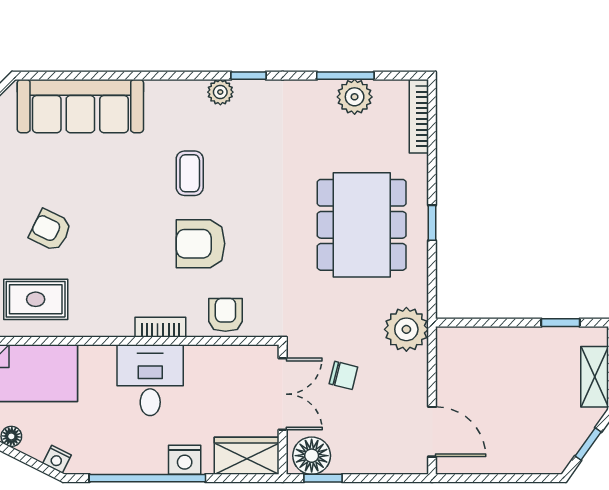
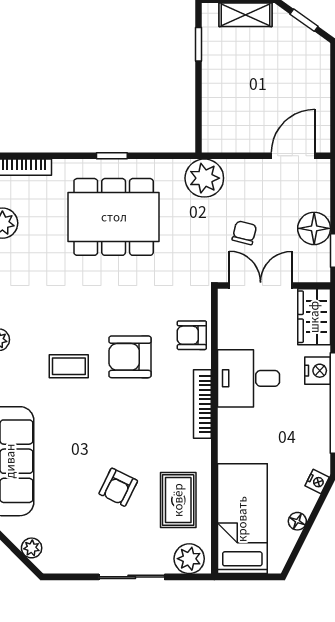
armchair: (201, 244) -> (130, 357), turned 90
bookcase: (160, 327) -> (202, 404), width x1.56
desk: (150, 380) -> (248, 378), moved
floor lamp: (312, 456) -> (314, 228), moved

